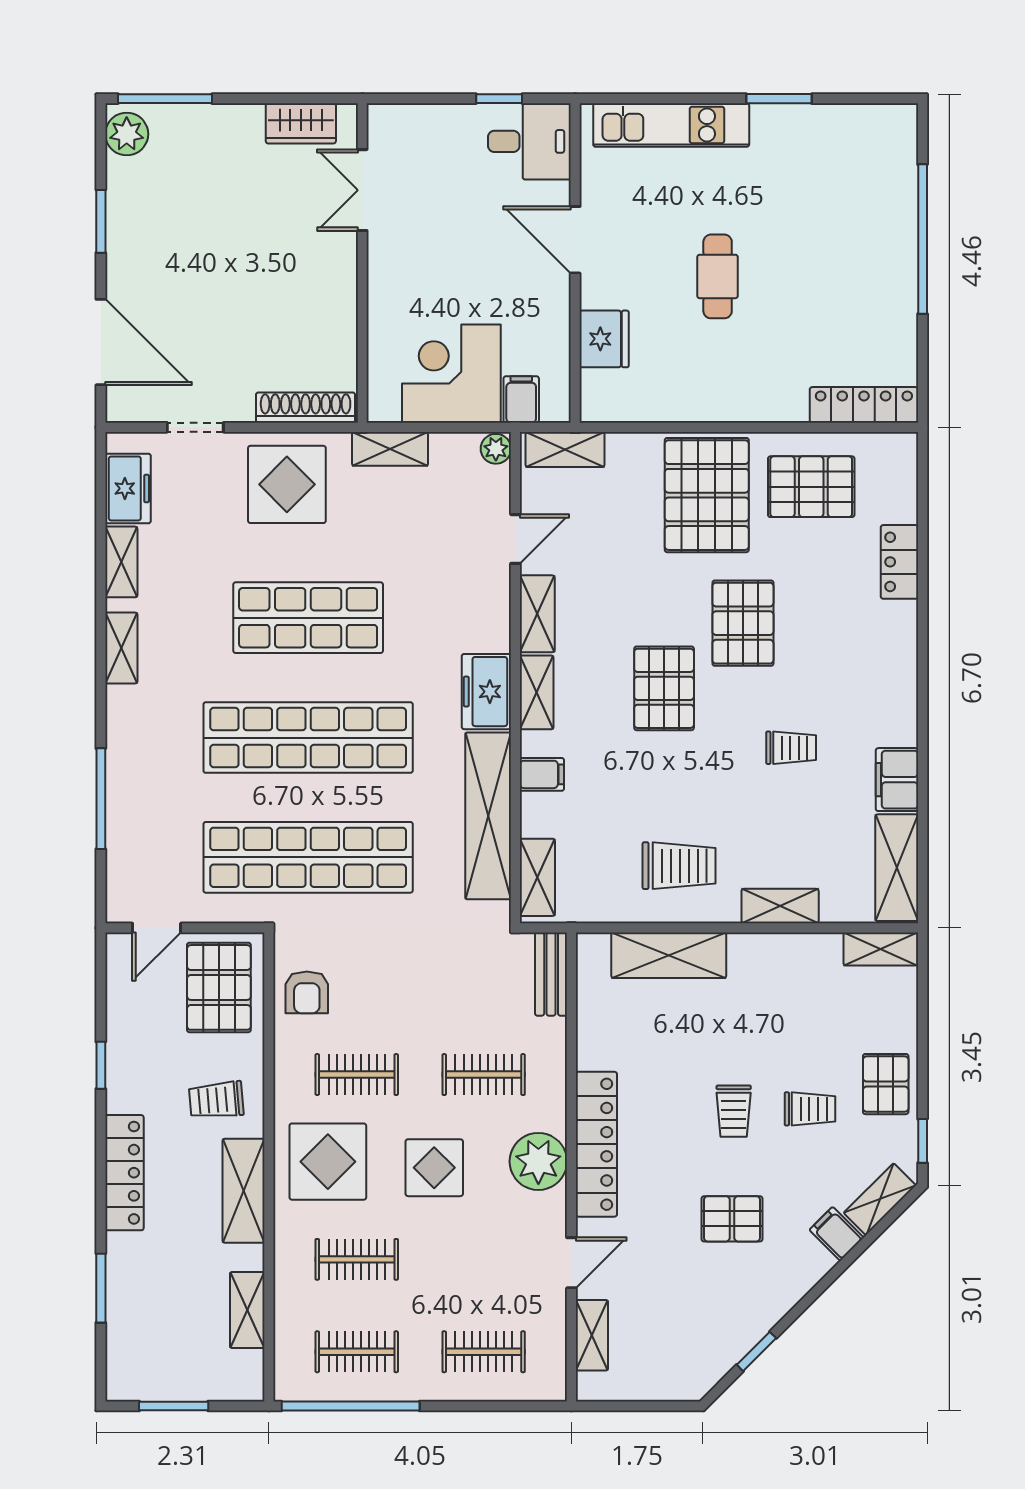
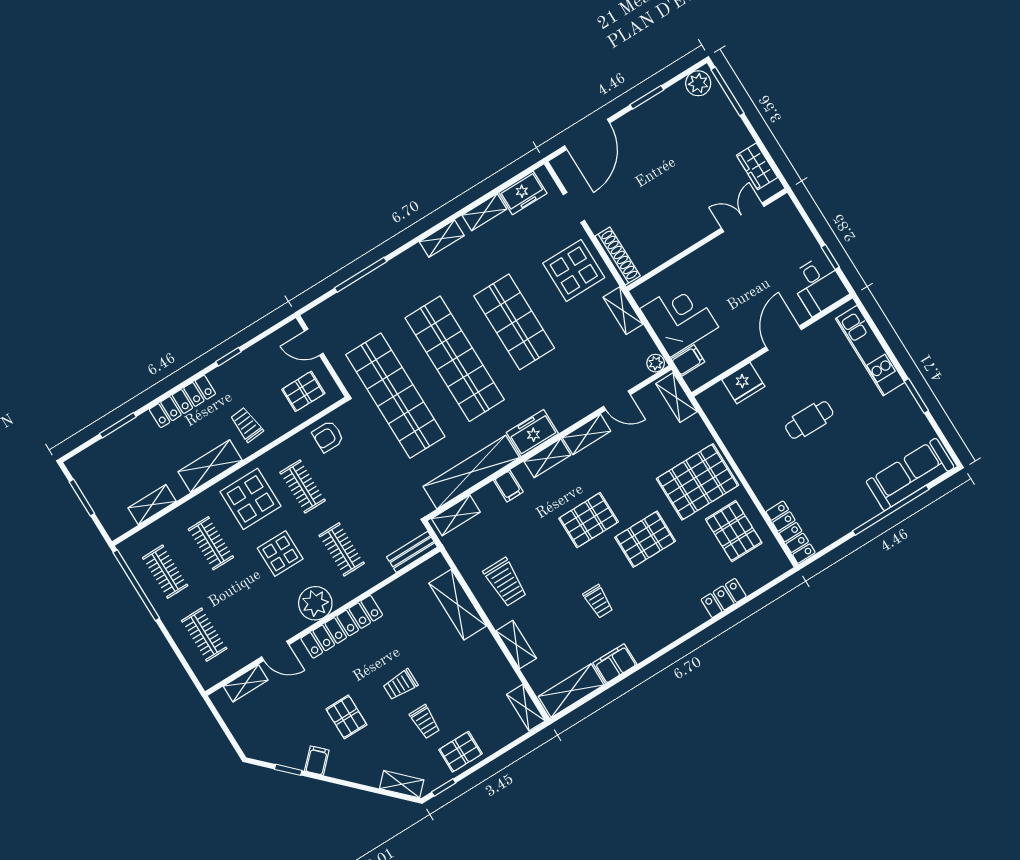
sofa: (888, 179) -> (910, 474), added
pallet: (219, 987) -> (303, 391), width x0.67, depth x0.71
filing cabinet: (837, 1234) -> (317, 761), moved

